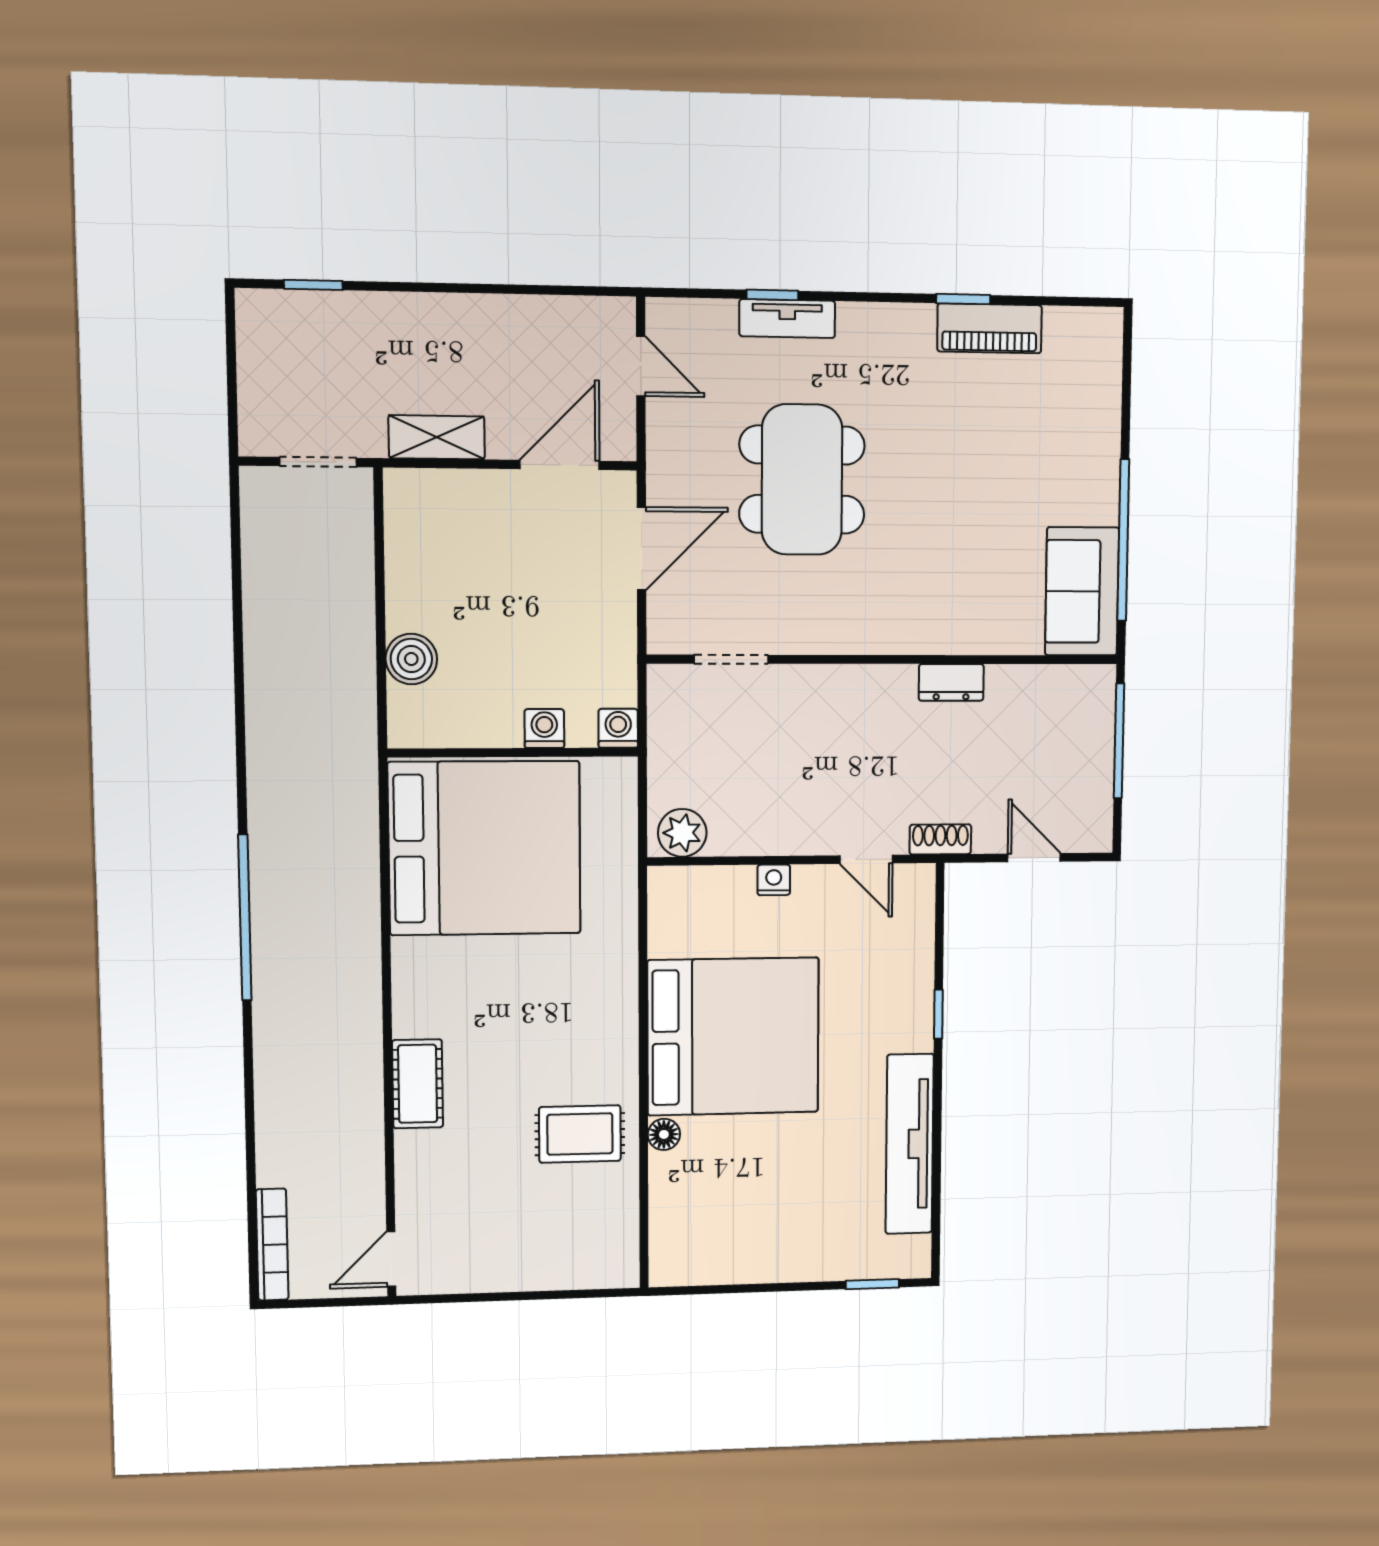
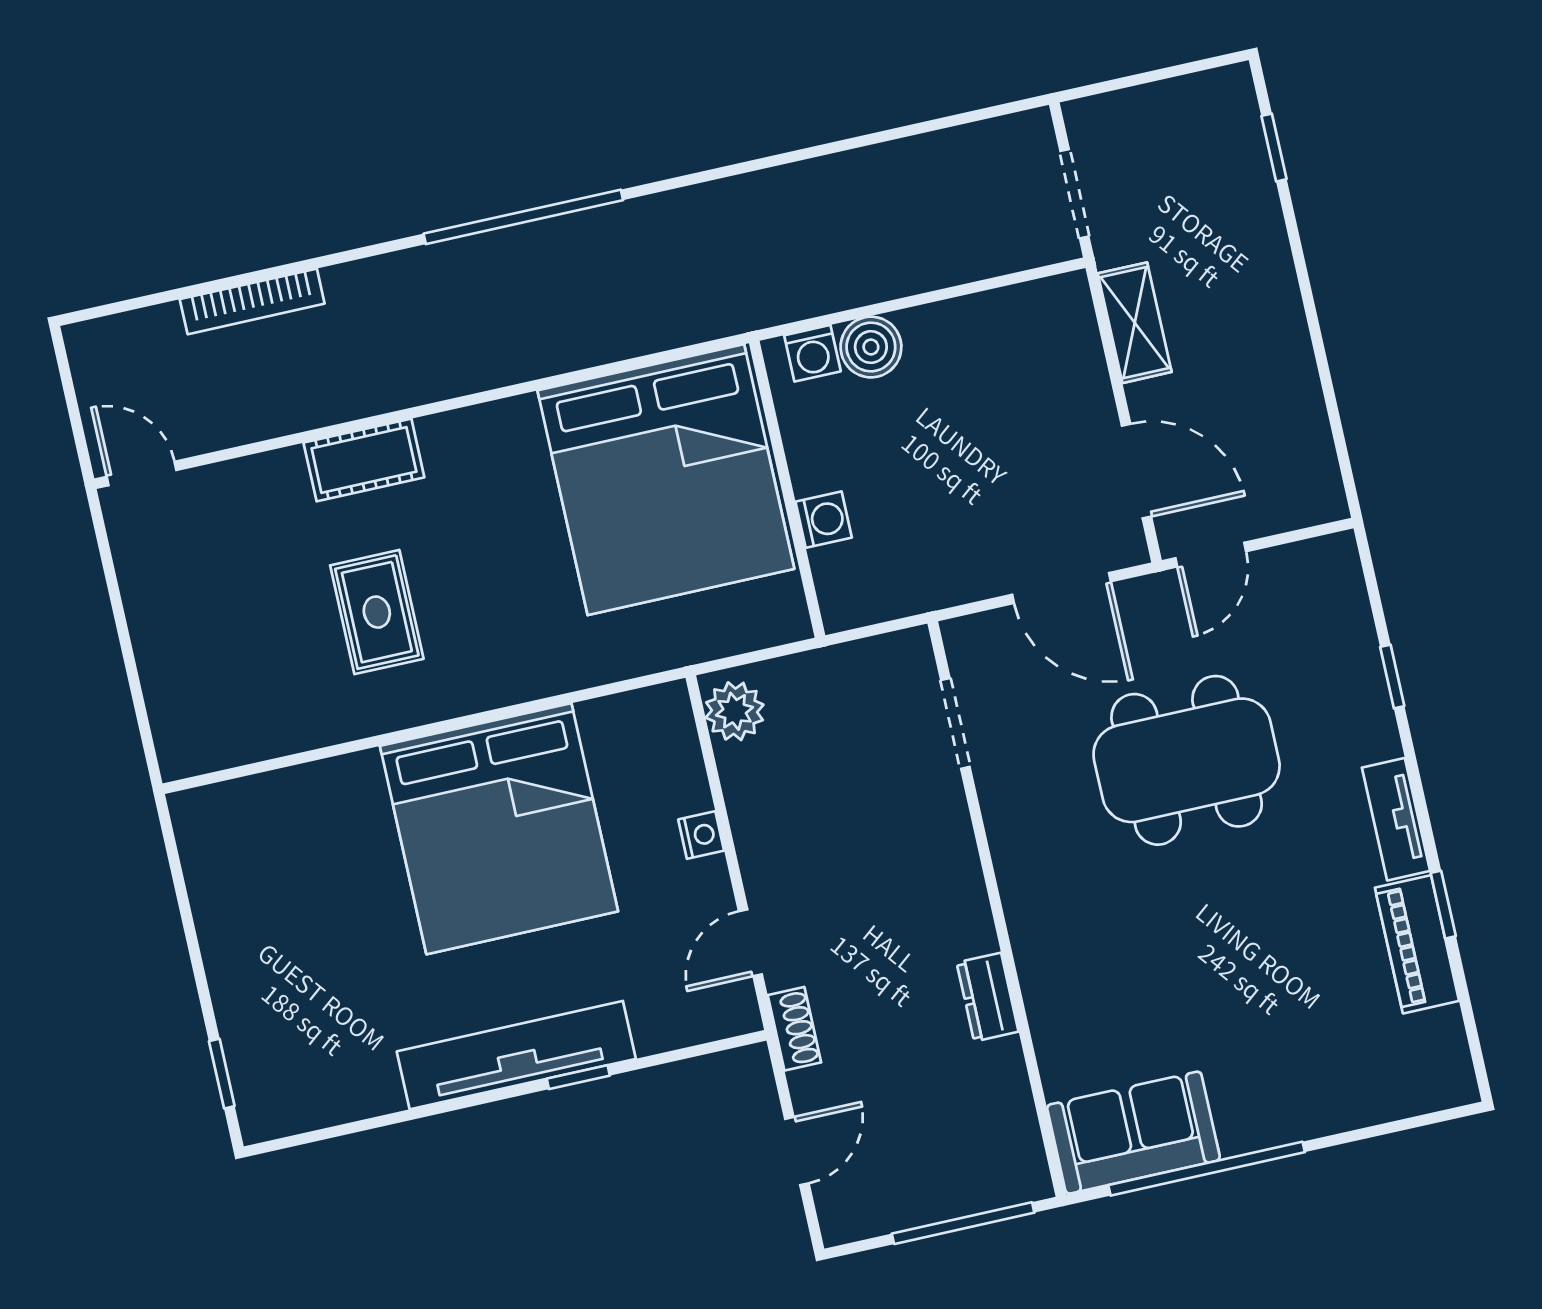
tv unit: (787, 319) -> (1396, 819), moved
door: (641, 366) -> (1211, 555), moved
washing machine: (618, 728) -> (812, 353), moved, turned 90
rug: (580, 1134) -> (377, 612), moved
floor lamp: (664, 1134) -> (360, 771), removed
tv unit: (910, 1144) -> (516, 1055), moved
bookcase: (272, 1245) -> (252, 301), moved

